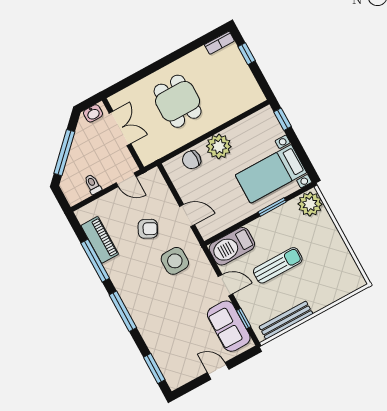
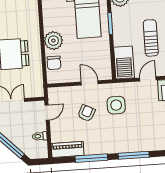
door: (187, 216) -> (90, 83), hinge flipped
piano: (100, 240) -> (68, 149), moved

